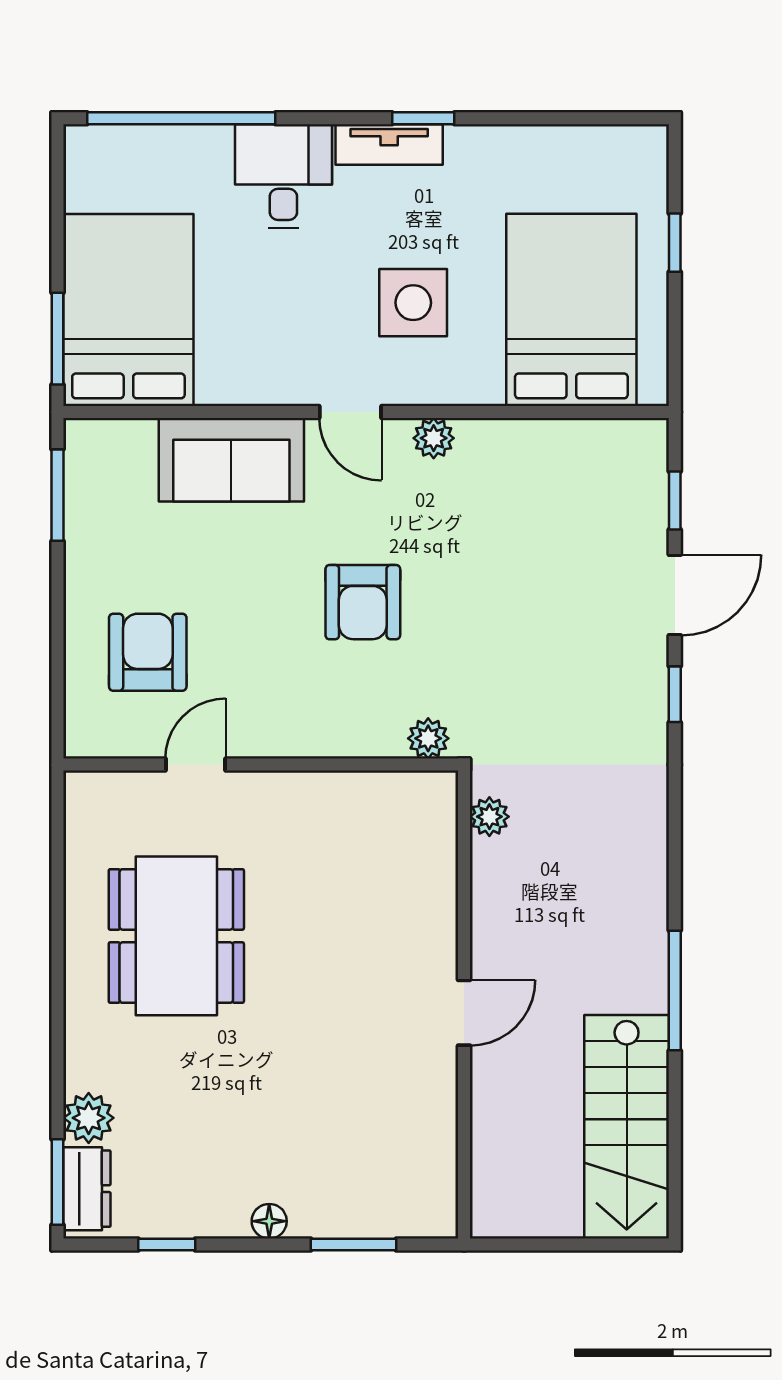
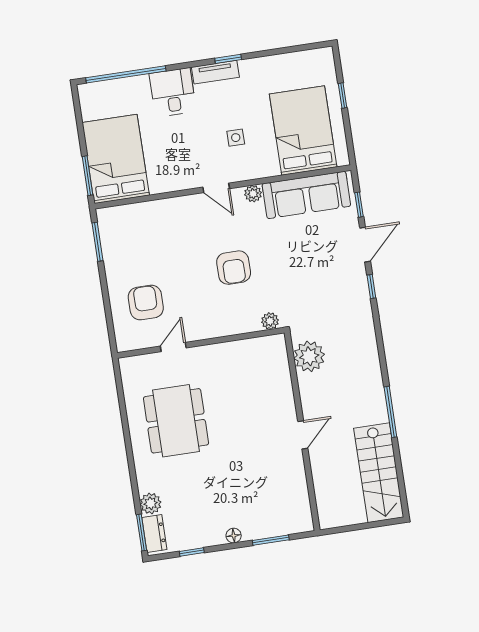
side table: (413, 303) -> (236, 138), width x0.54, depth x0.54
sofa: (231, 460) -> (306, 195), moved, width x1.36
plant: (489, 817) -> (309, 356), width x1.88, depth x1.88

